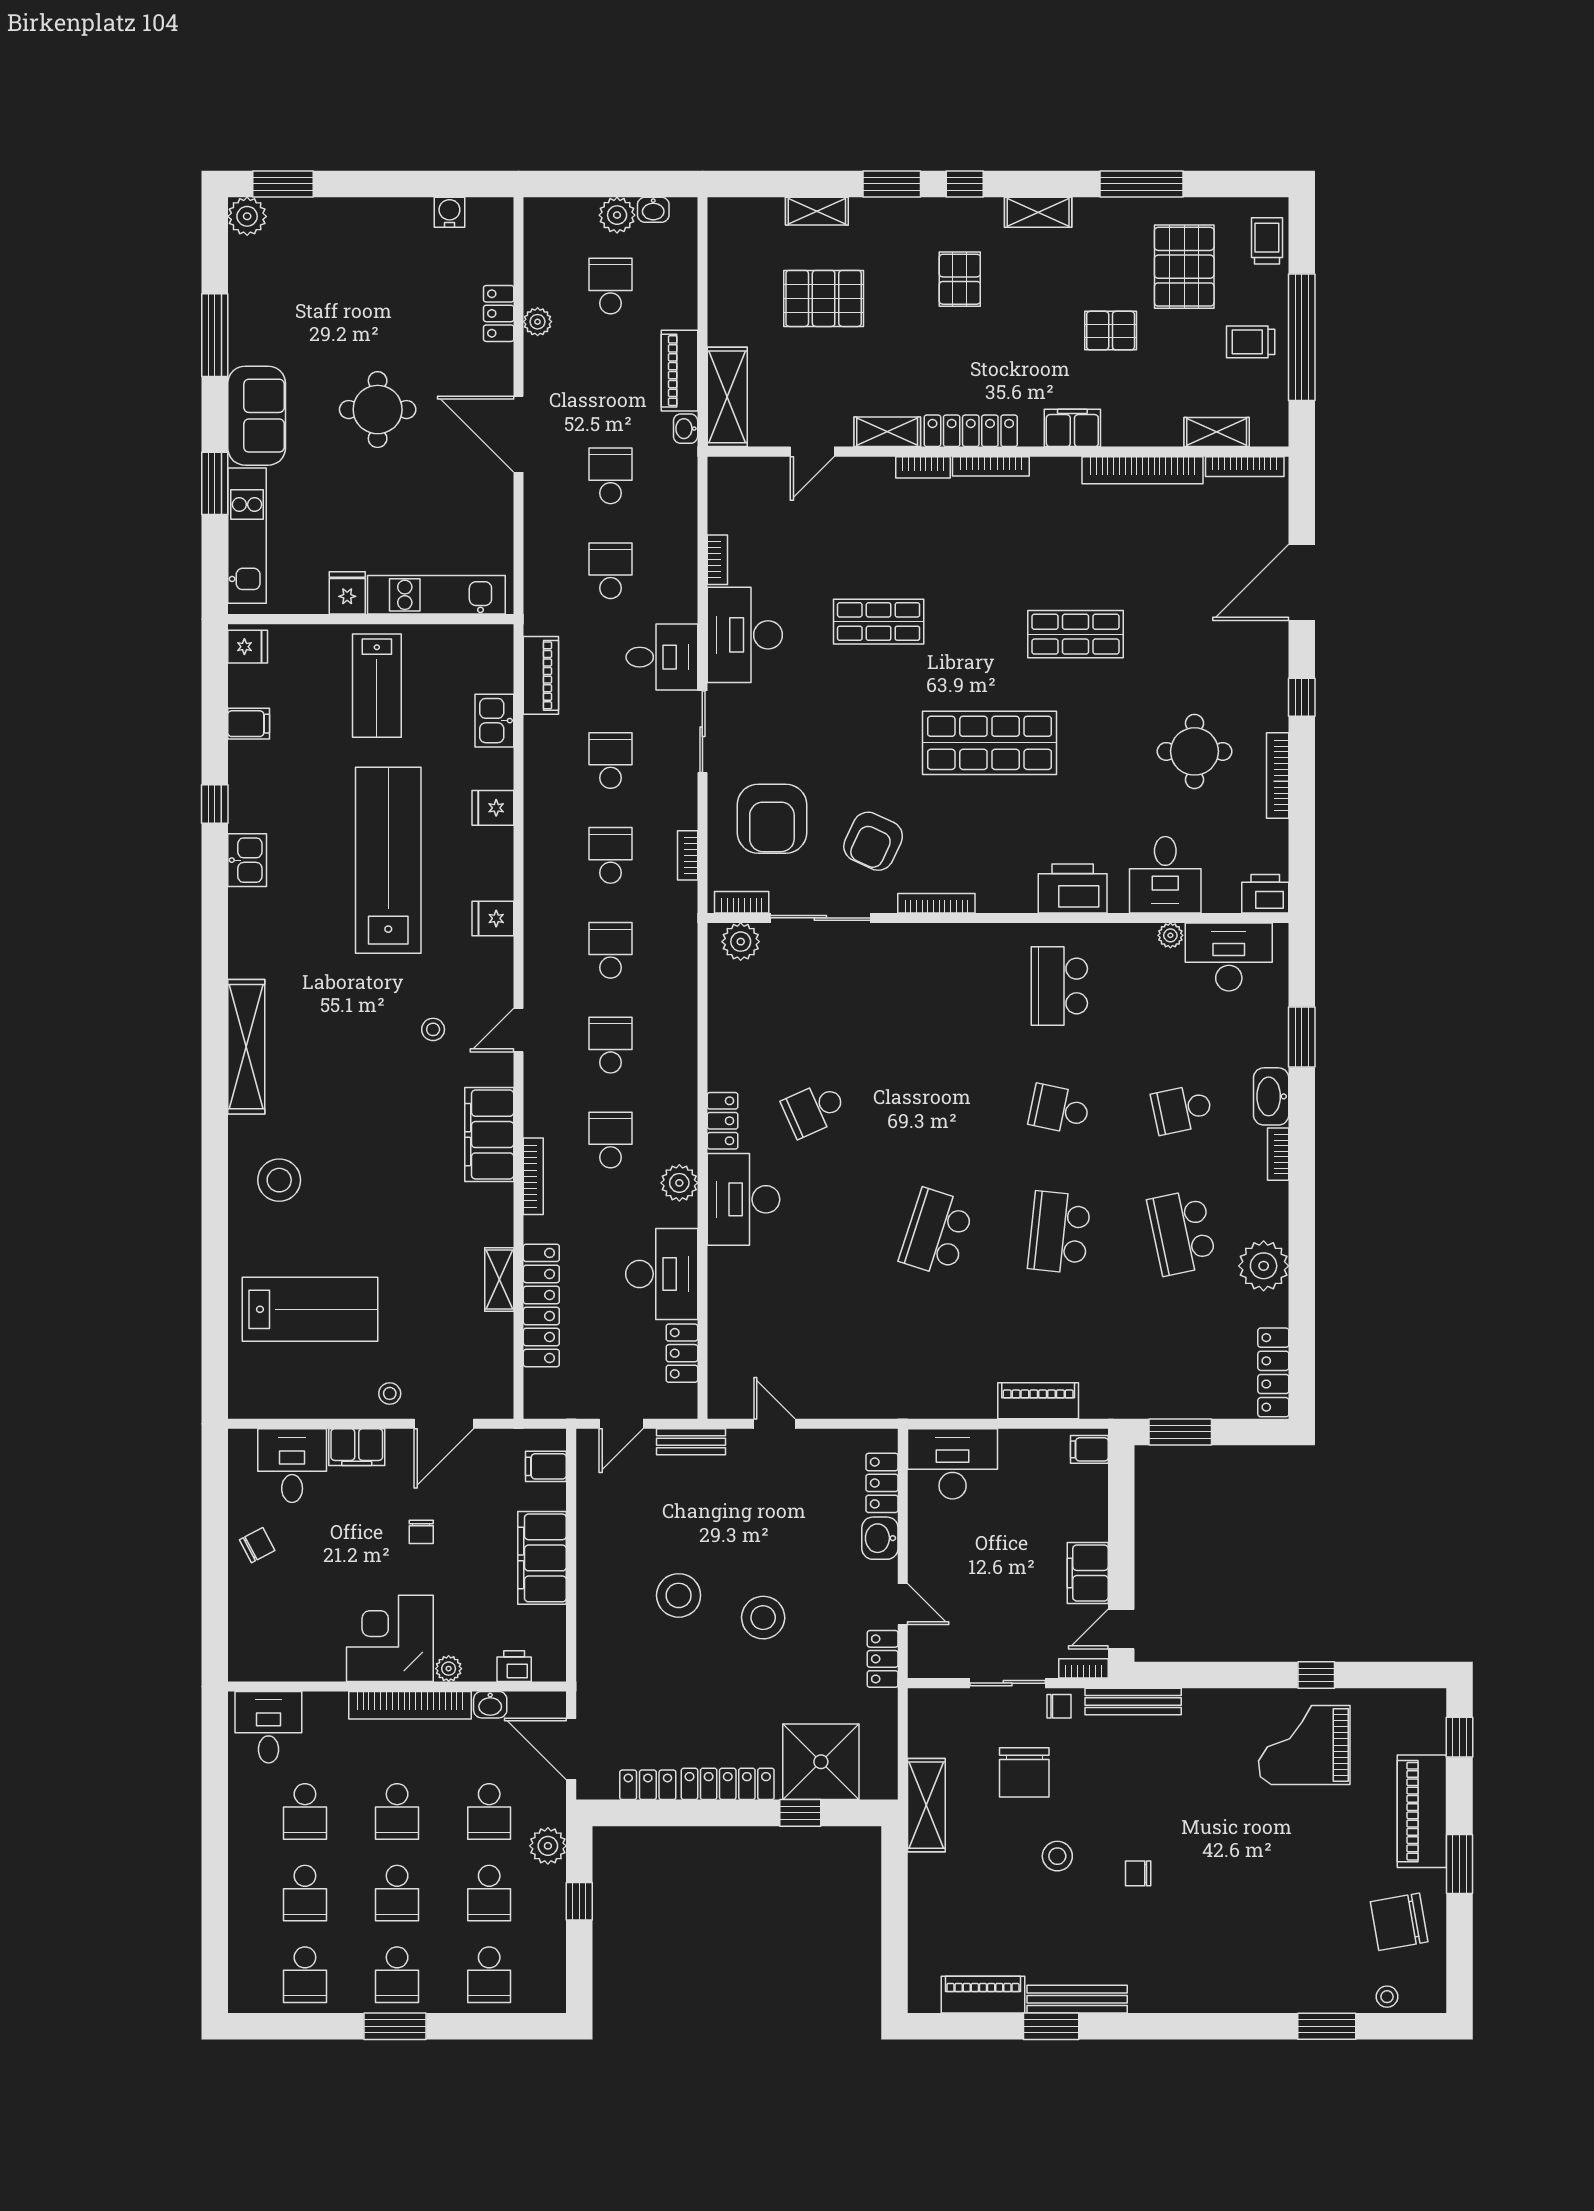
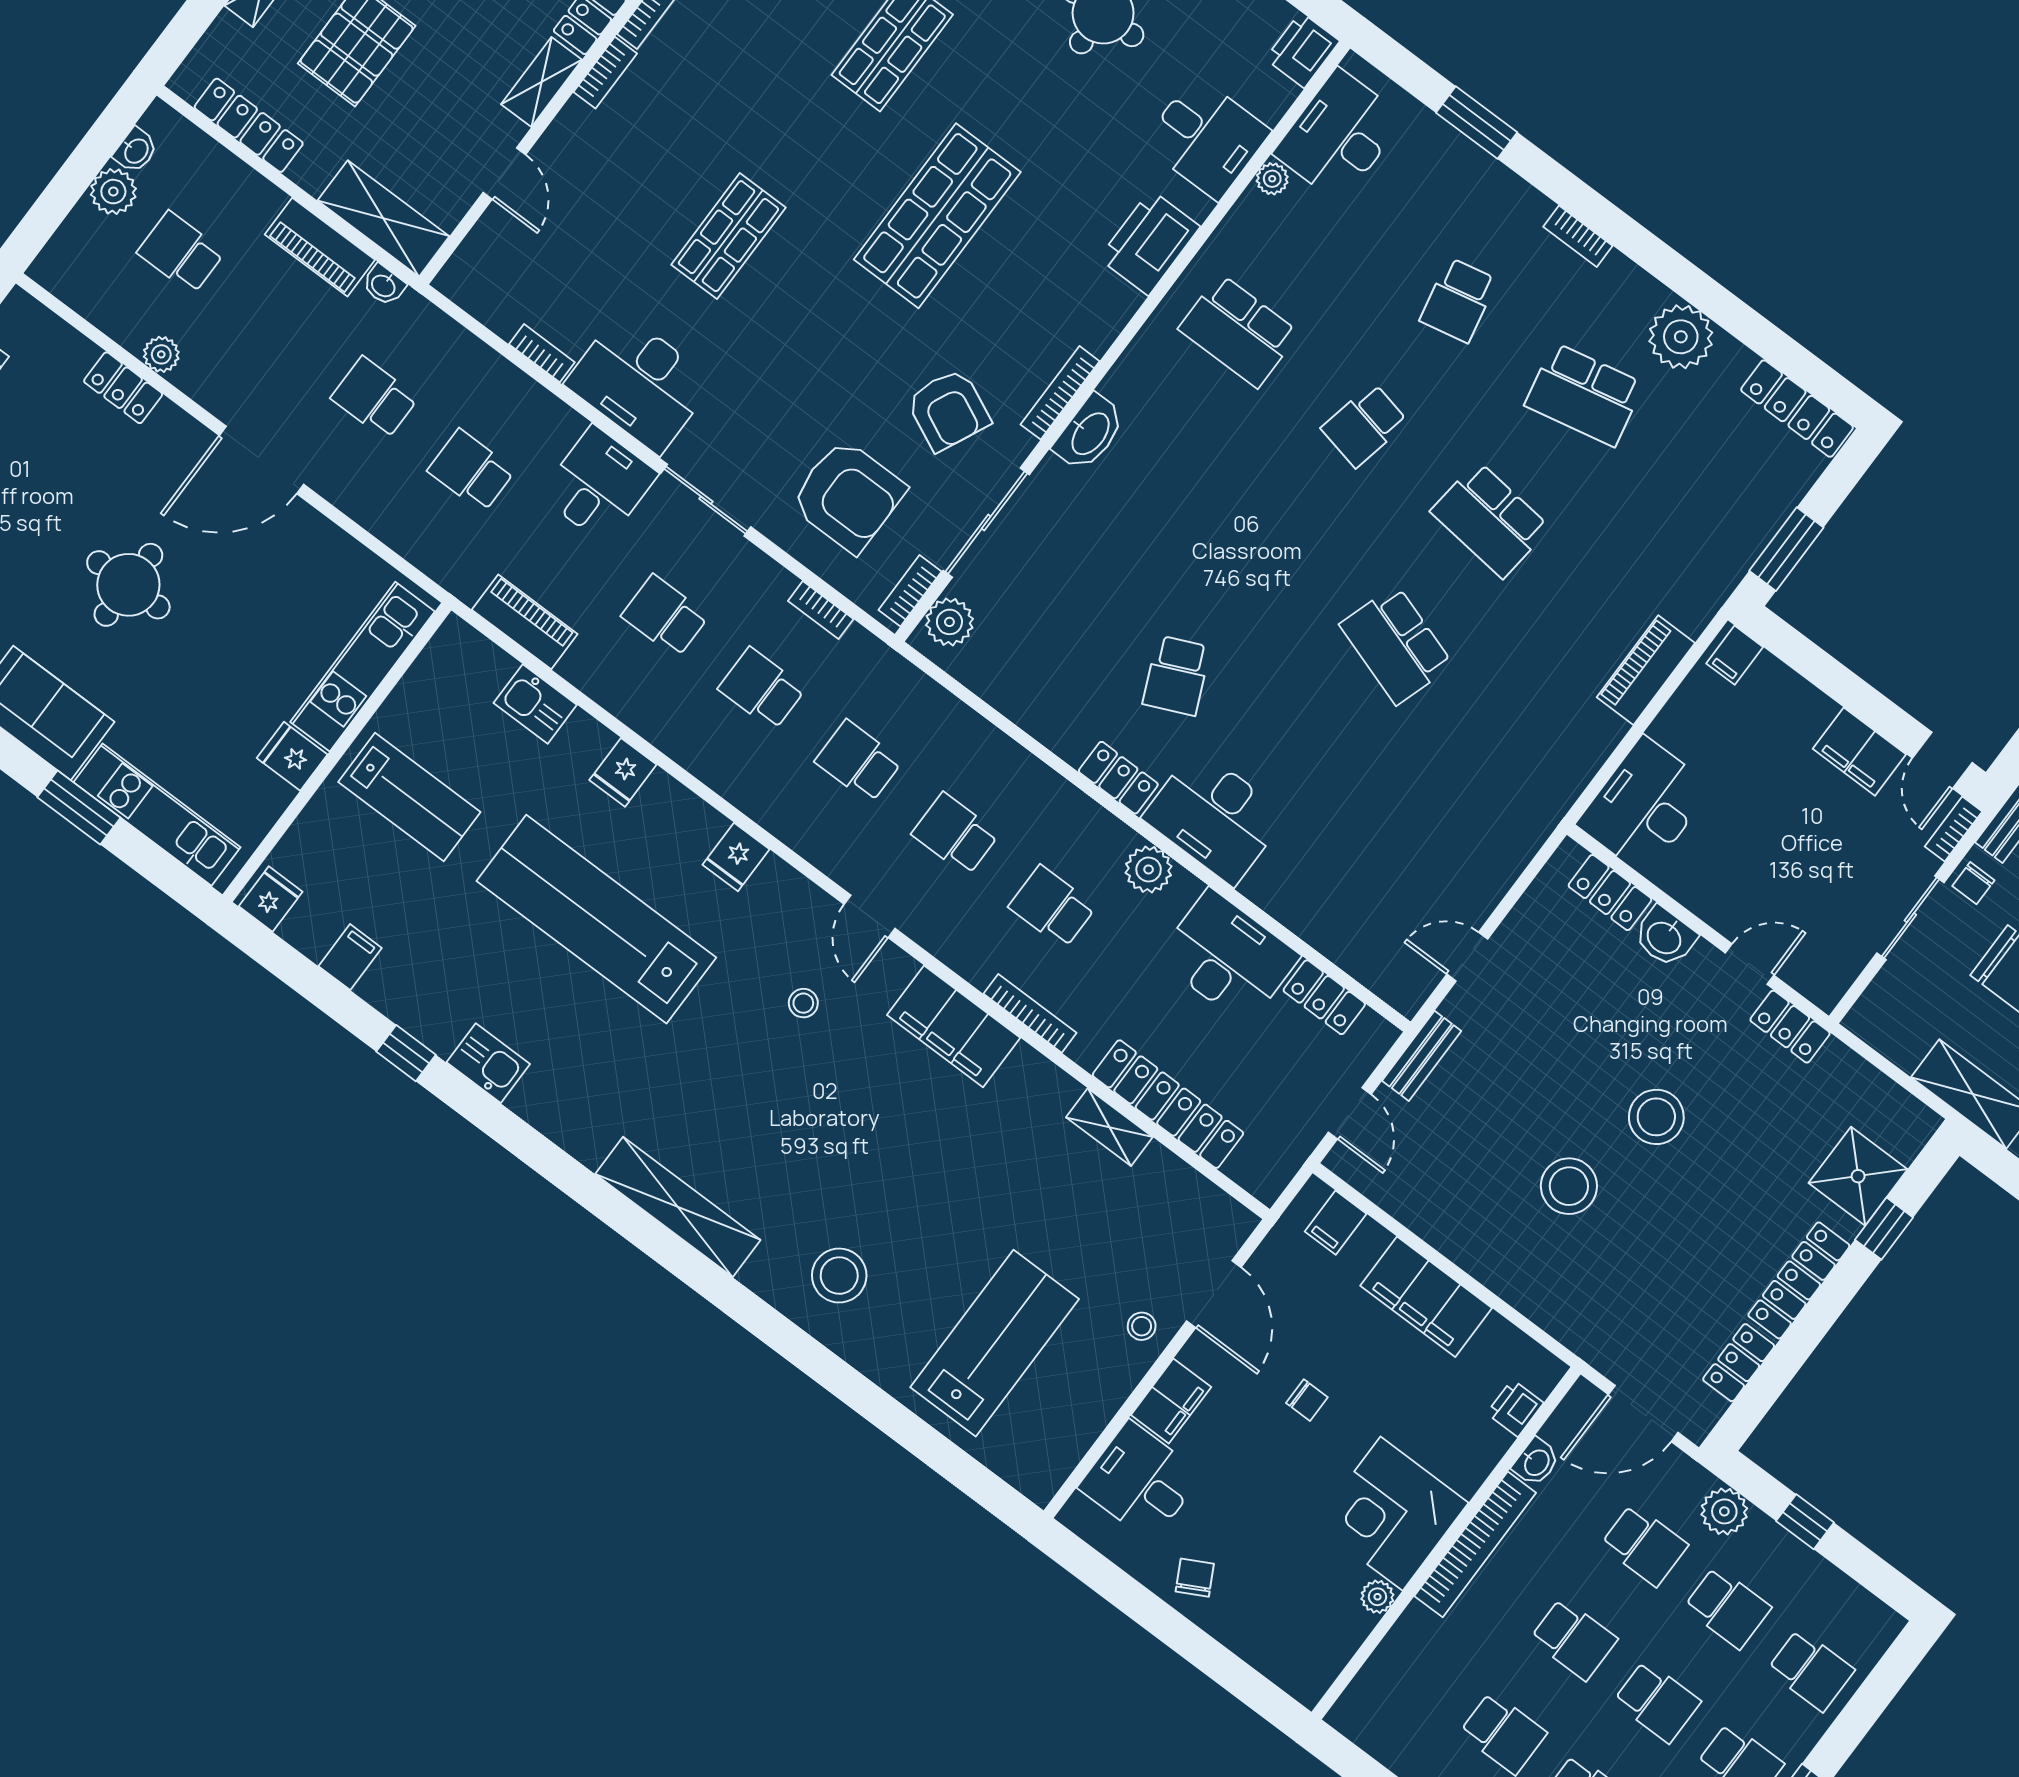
locker: (722, 269) -> (249, 125), added
washbasin: (1271, 1096) -> (1089, 433), moved, turned -90
plant: (449, 1669) -> (1377, 1597), moved
chair: (1059, 1706) -> (1973, 883), turned 180
desk: (268, 1727) -> (1389, 1706), removed
shower: (821, 1762) -> (1858, 1176), width x0.73, depth x0.73

